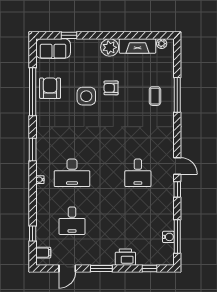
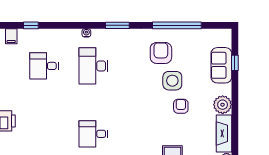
sofa: (53, 49) -> (221, 65), moved
armchair: (50, 88) -> (161, 53), moved, turned -90

